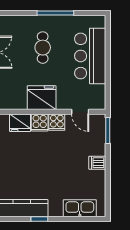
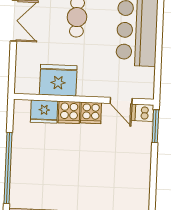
fridge: (42, 98) -> (58, 80), moved
dishwasher: (97, 163) -> (143, 113), moved

